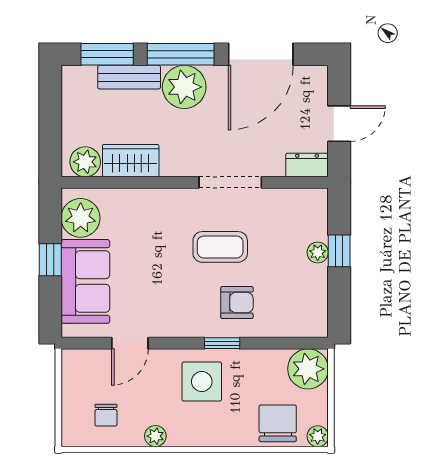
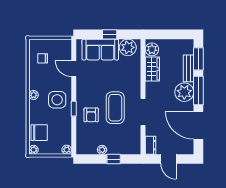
coffee table: (220, 247) -> (115, 108), width x1.36, depth x1.32
plant: (318, 252) -> (102, 150), moved
plant: (308, 369) -> (67, 150), width x0.53, depth x0.53
plant: (155, 436) -> (34, 95), moved

